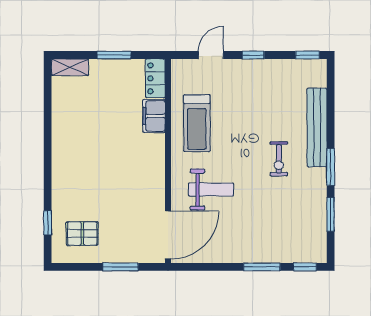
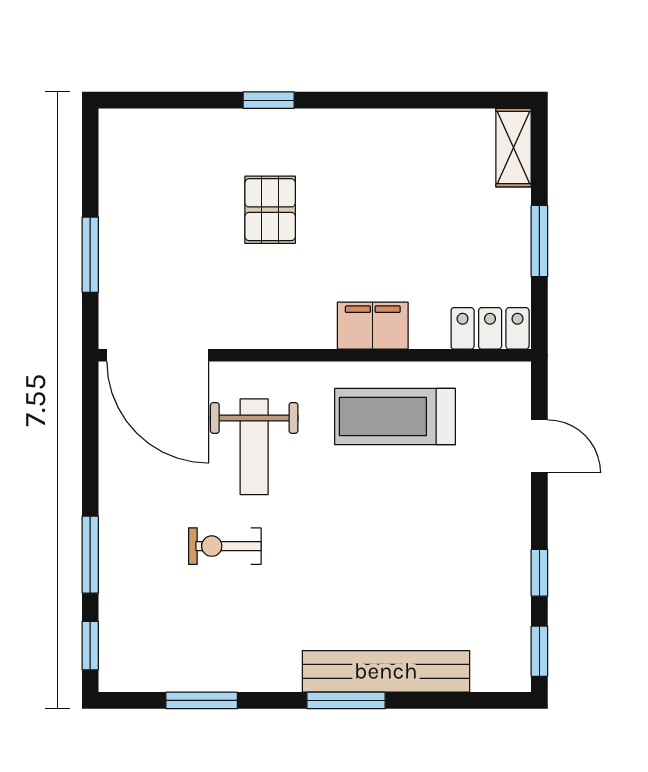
window: (253, 55) -> (539, 573), moved
filing cabinet: (154, 116) -> (373, 326), moved
exercise bike: (279, 159) -> (225, 546), moved
window: (331, 167) -> (346, 700), moved
window: (48, 223) -> (269, 100), moved
pallet: (82, 233) -> (270, 210), moved

